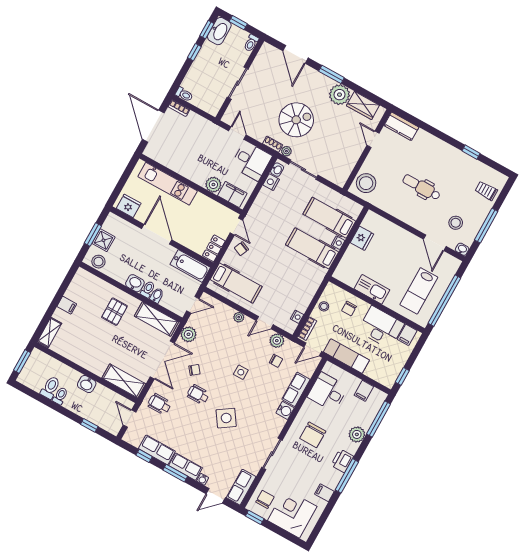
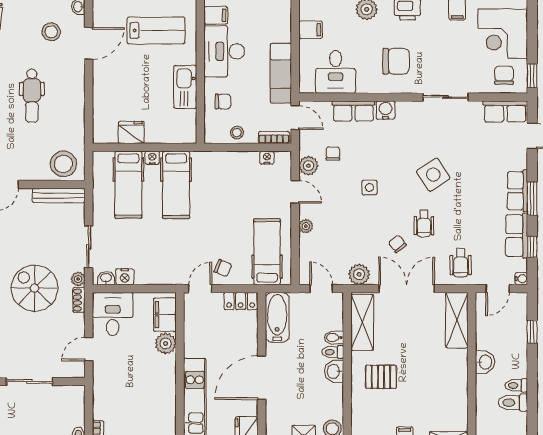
bench: (347, 169) -> (59, 196), added
water cooler: (203, 479) -> (521, 279), moved
chair: (265, 499) -> (504, 75), turned 90

